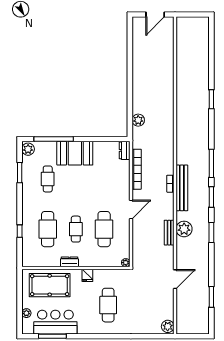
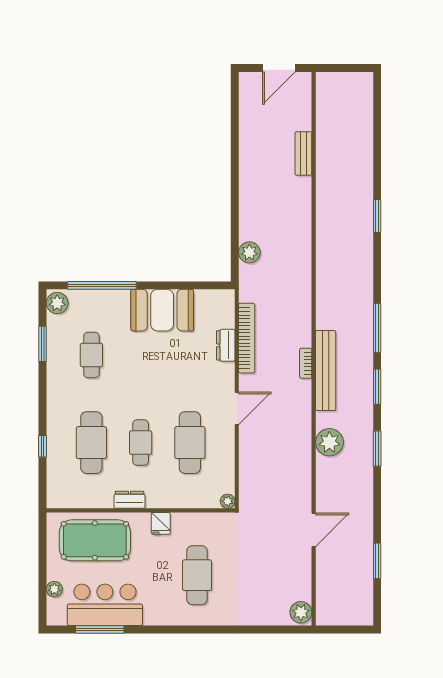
dresser: (125, 150) -> (226, 345), moved
booth: (75, 153) -> (162, 310), moved
bench: (169, 233) -> (303, 153), moved

